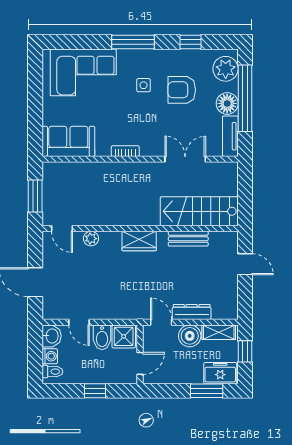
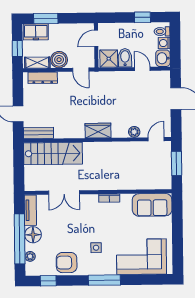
window: (190, 42) -> (48, 281), moved
plant: (226, 69) -> (30, 256), width x0.53, depth x0.53
armchair: (182, 90) -> (67, 263), moved, turned 180
door: (62, 229) -> (156, 139), hinge flipped
bench: (188, 239) -> (38, 133), moved
dresser: (192, 312) -> (43, 78), moved
window: (95, 391) -> (142, 17), moved

